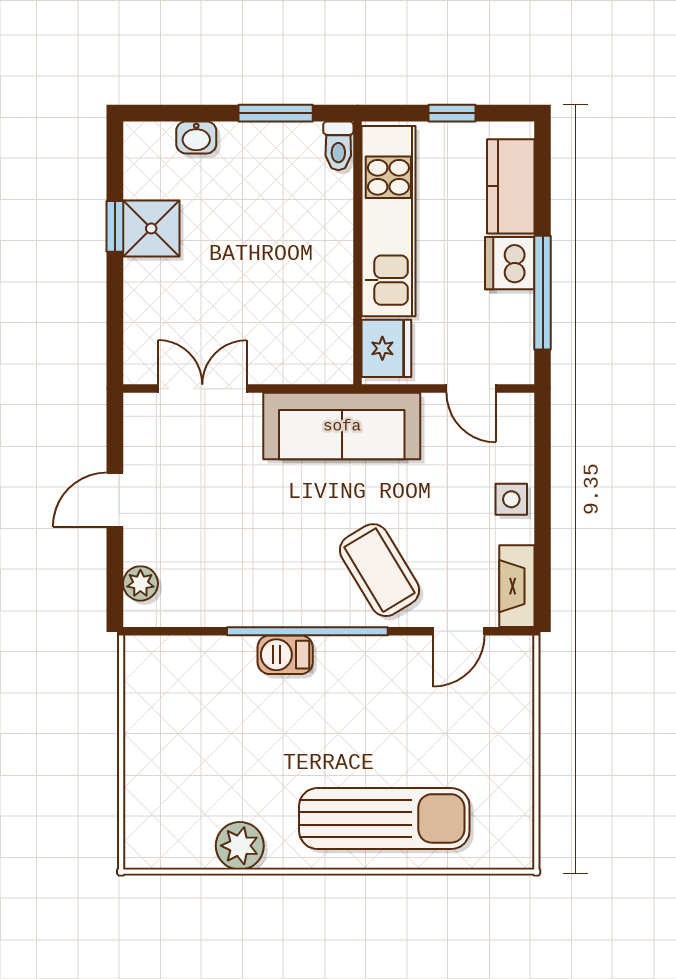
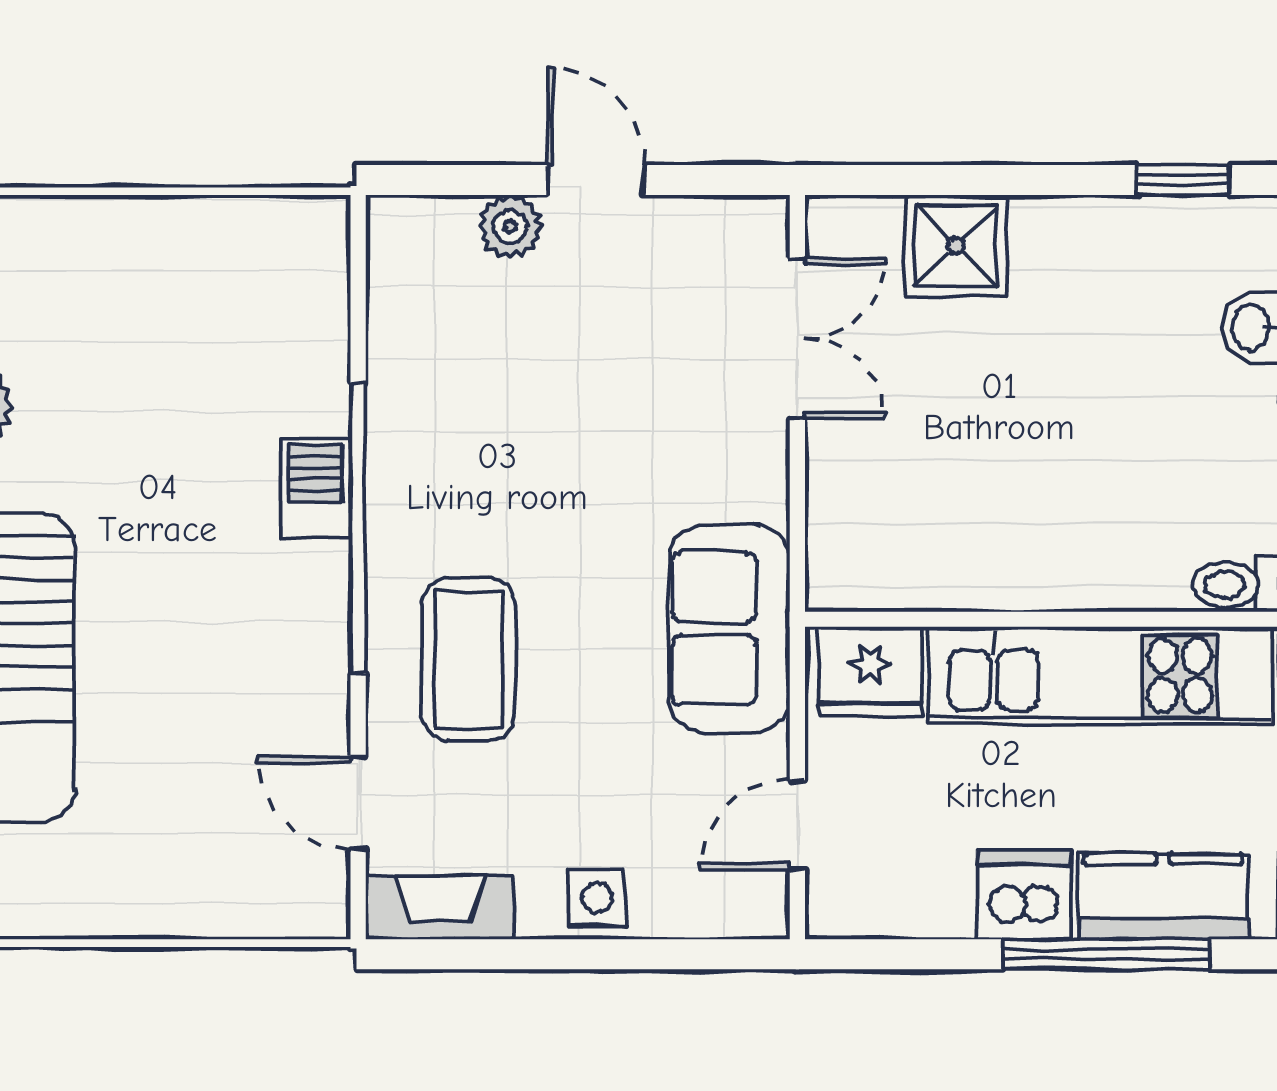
window: (115, 226) -> (1184, 180), moved
shower: (151, 228) -> (956, 246), moved
window: (543, 293) -> (1106, 954), moved
sofa: (342, 426) -> (730, 628), width x0.73
coffee table: (379, 570) -> (469, 659), turned -59
plant: (140, 583) -> (510, 226), moved

